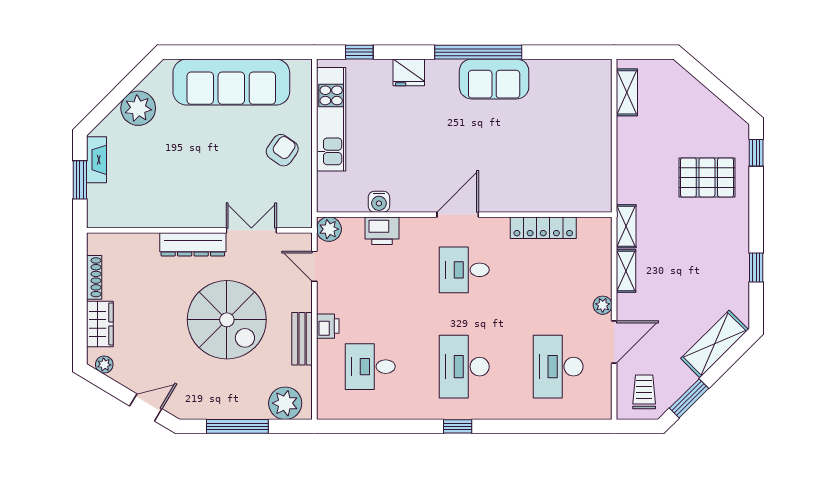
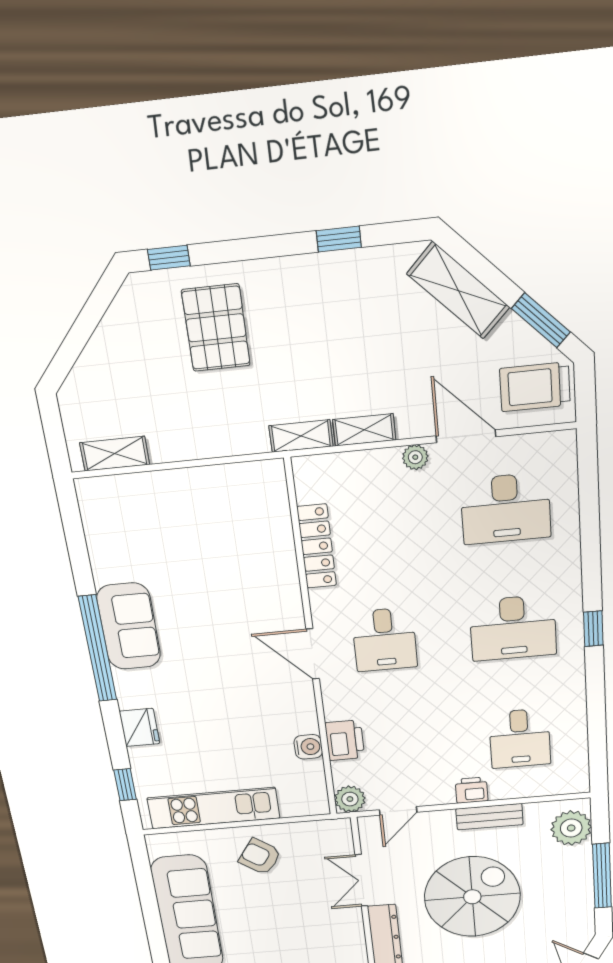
trolley: (644, 392) -> (535, 387), width x1.36, depth x1.39

